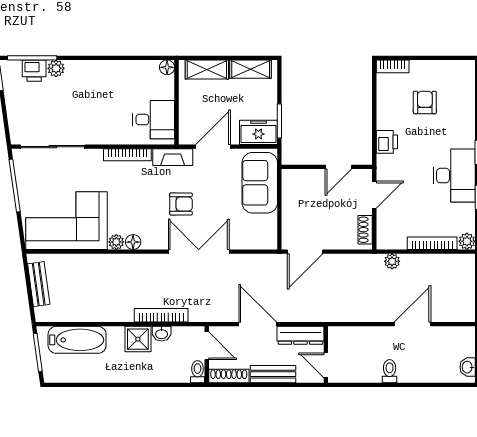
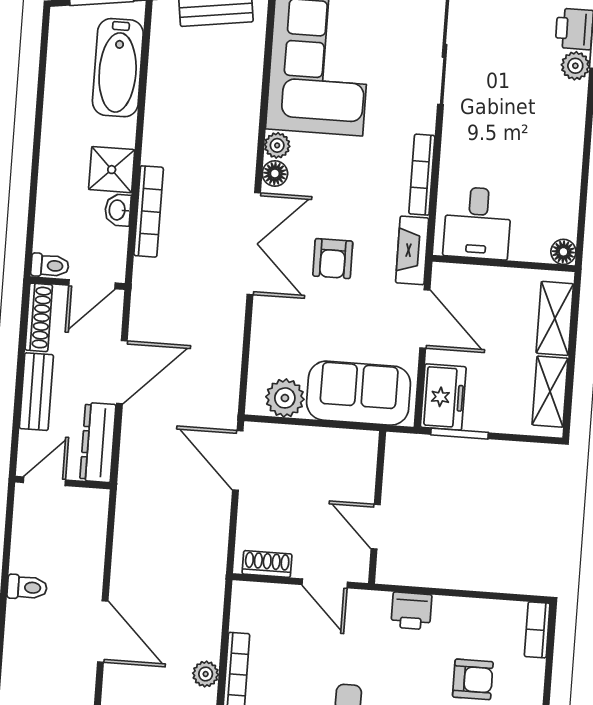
plant: (266, 226) -> (285, 398), added
double door: (199, 252) -> (254, 244), moved
plant: (392, 261) -> (206, 674), moved

